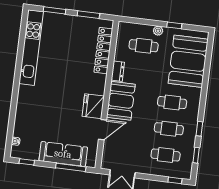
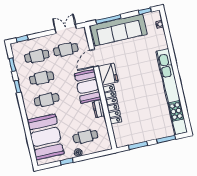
kitchen unit: (31, 48) -> (172, 92), width x1.36
locker: (103, 51) -> (112, 104), moved
cafe table: (131, 151) -> (66, 50), added
sofa: (63, 154) -> (119, 30), width x1.36, depth x1.27

